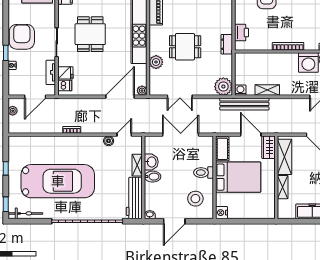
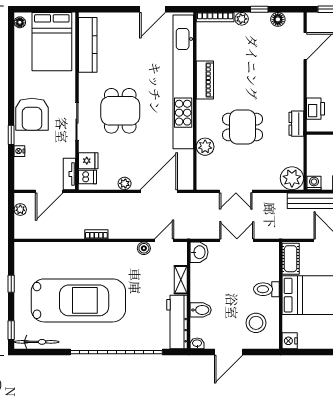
armchair: (22, 37) -> (32, 114), turned 180
tv unit: (51, 72) -> (69, 174), moved
plant: (142, 91) -> (125, 183), moved
double door: (181, 135) -> (237, 240), width x0.73
washbasin: (151, 162) -> (199, 252), moved
bidet: (153, 177) -> (201, 310), moved

